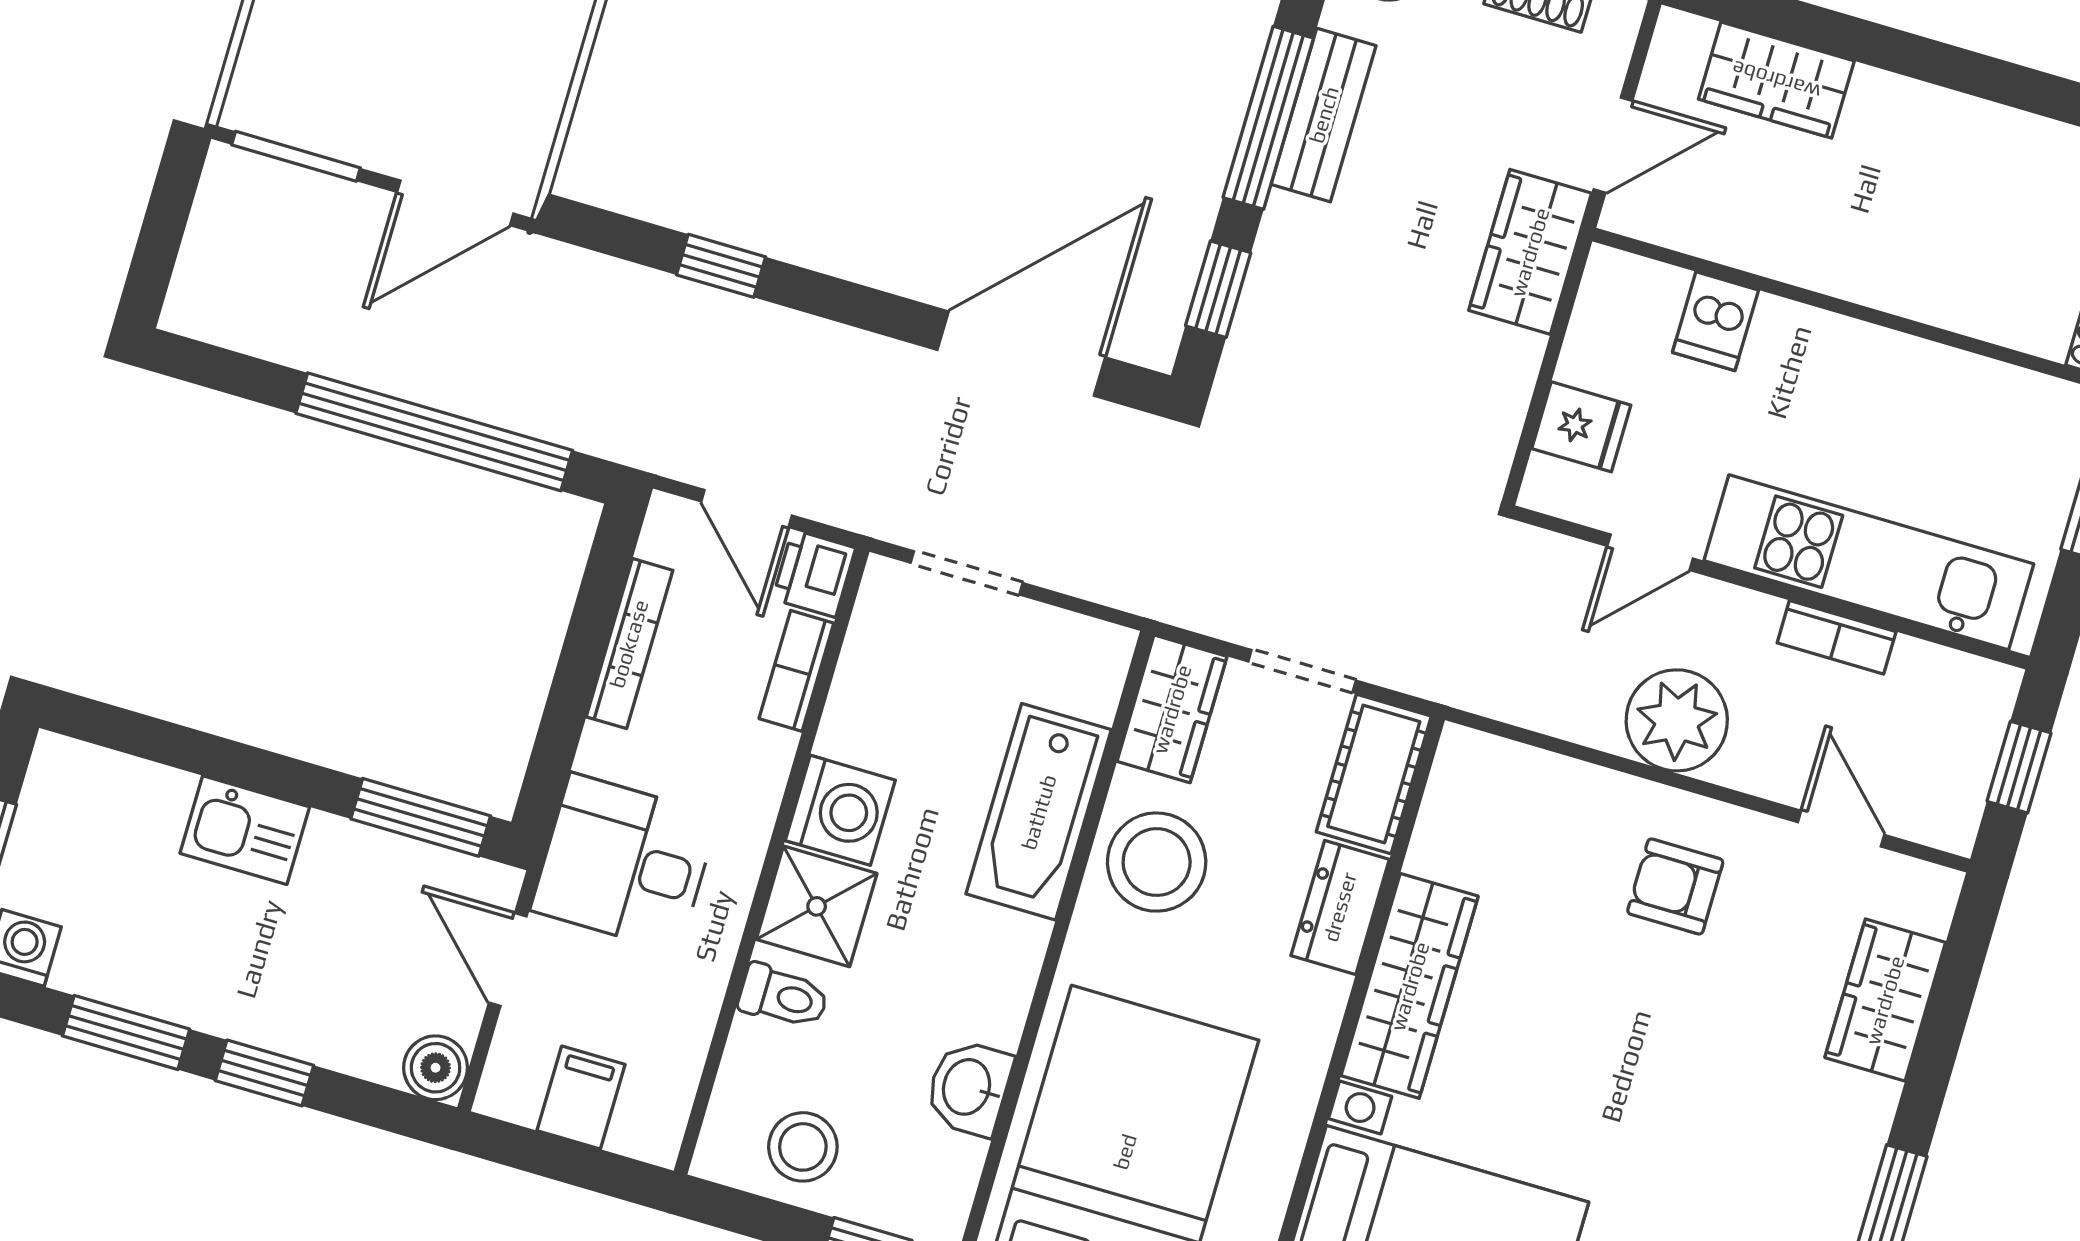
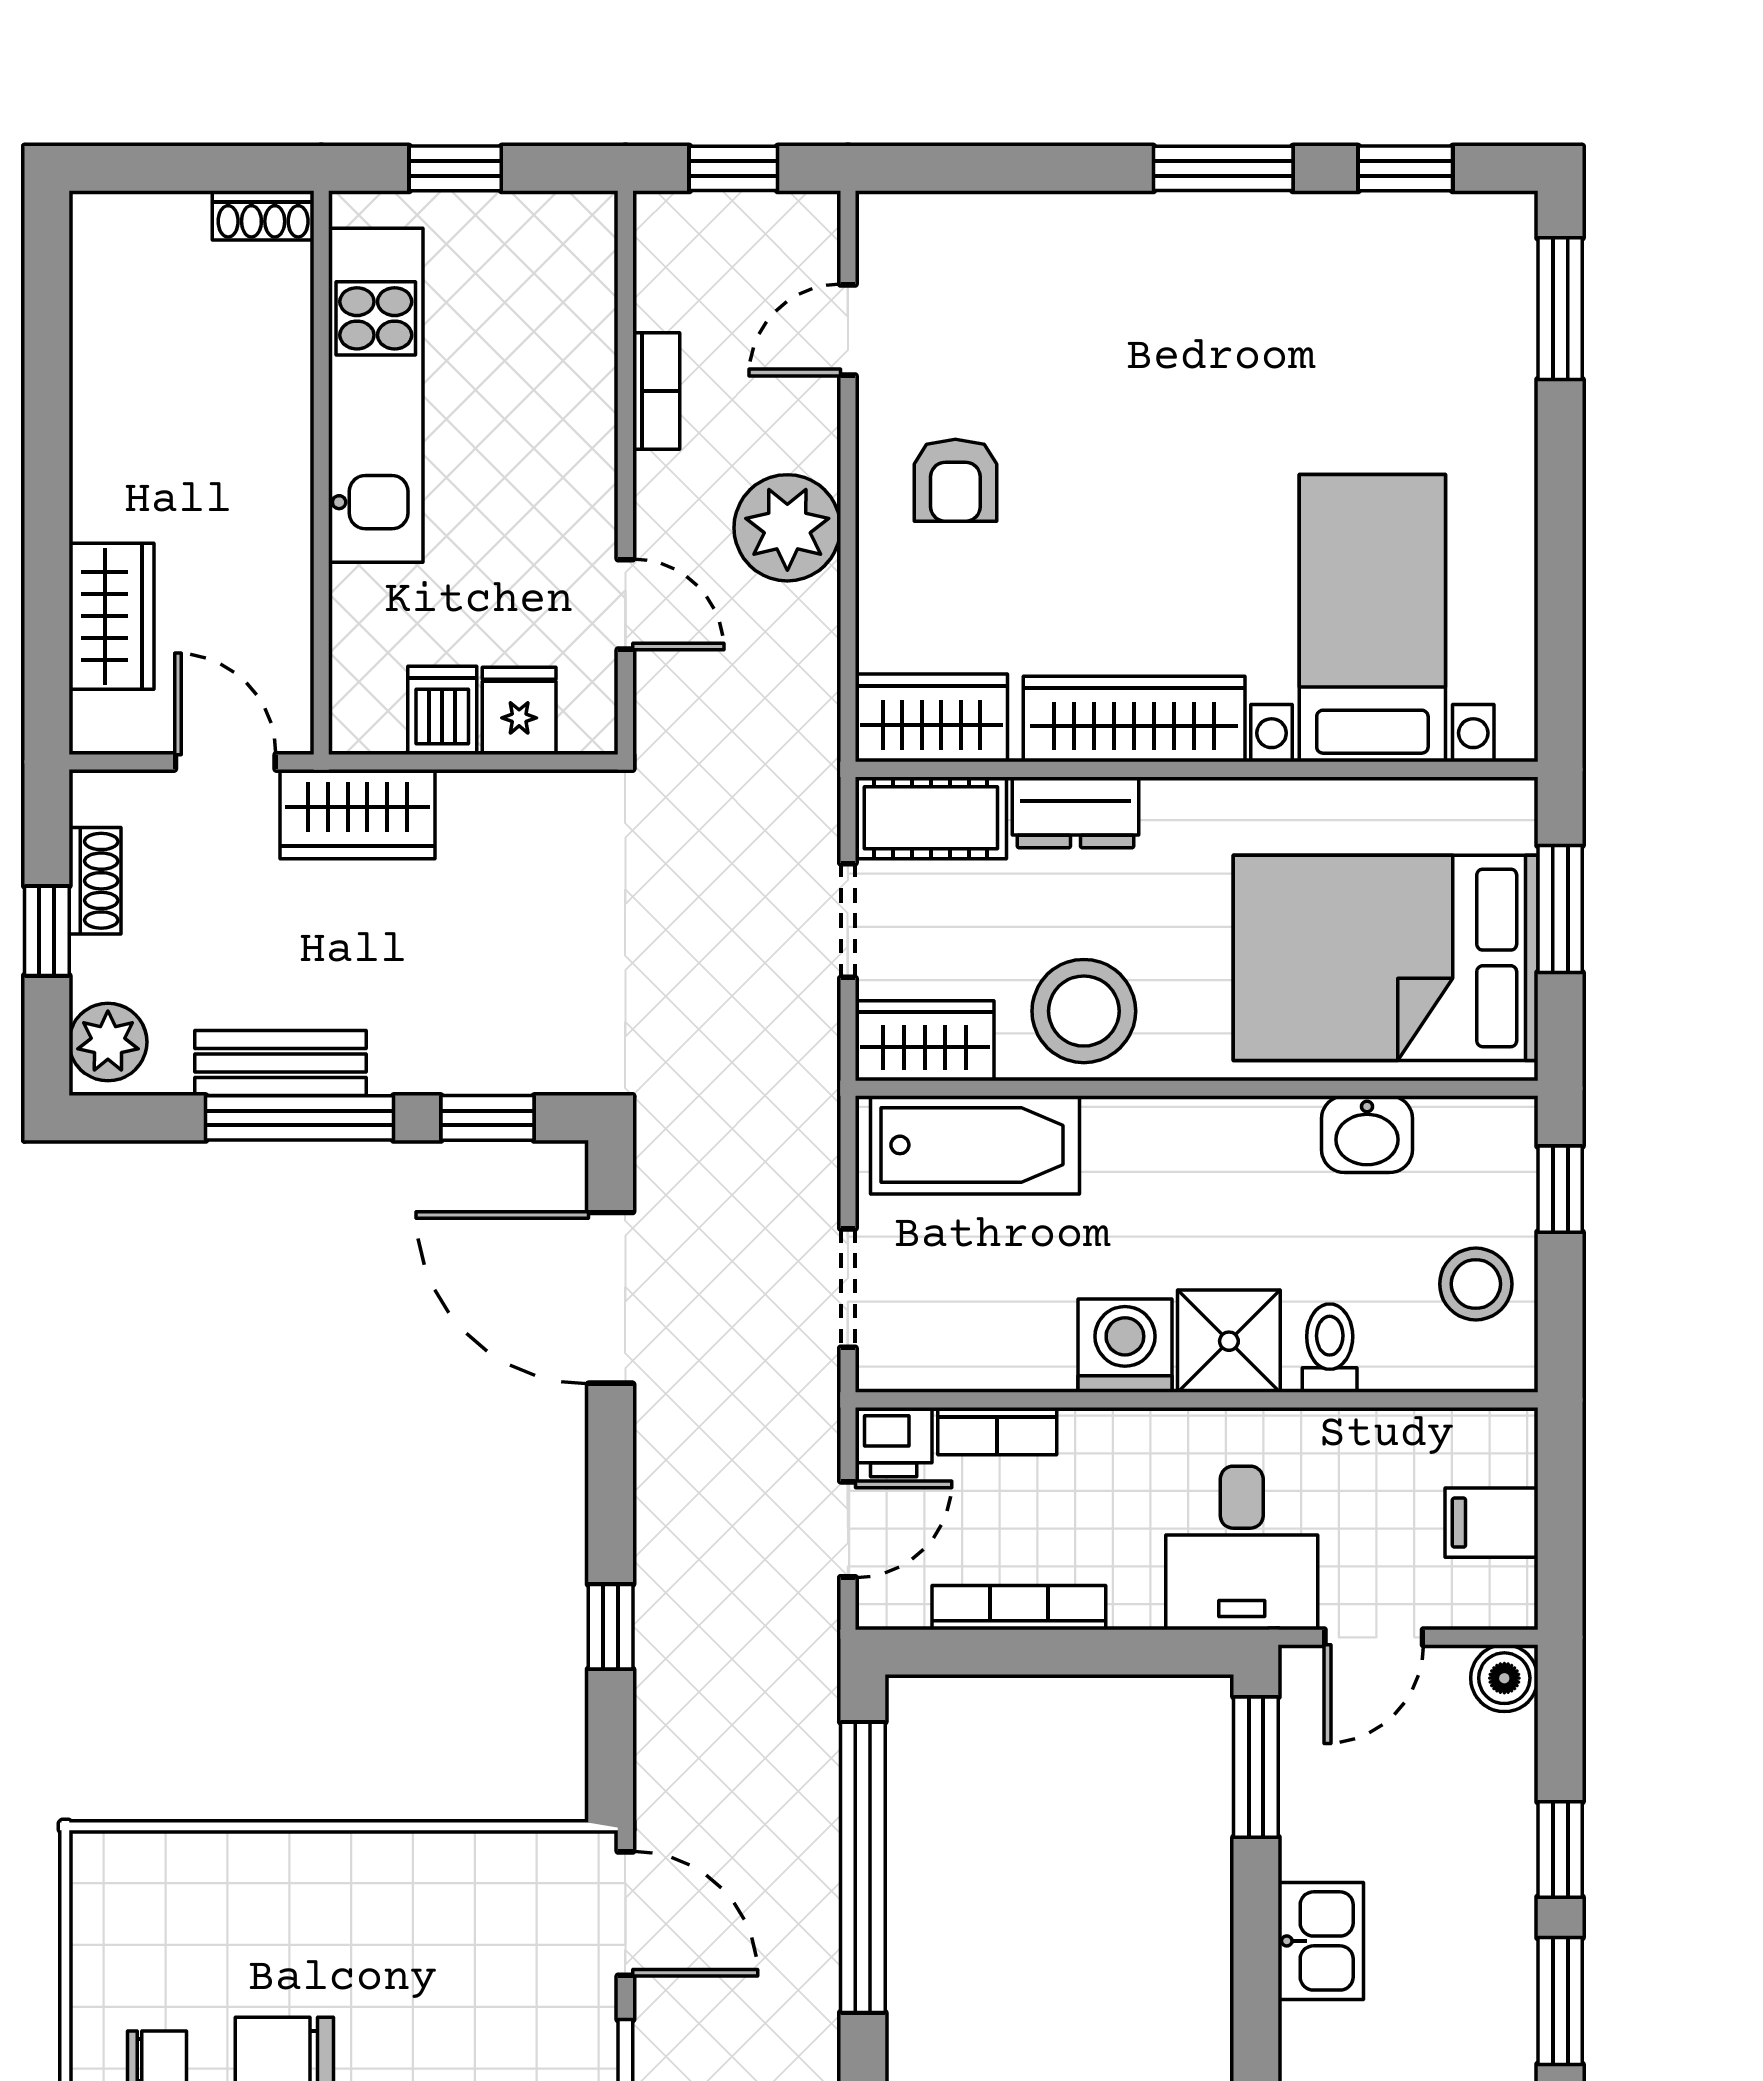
dishwasher: (1715, 321) -> (442, 710), moved, turned -90
kitchen unit: (1869, 562) -> (376, 395), moved, turned 180
bathtub: (1039, 812) -> (975, 1145), moved
wardrobe: (1885, 1000) -> (931, 718), moved, turned 180

